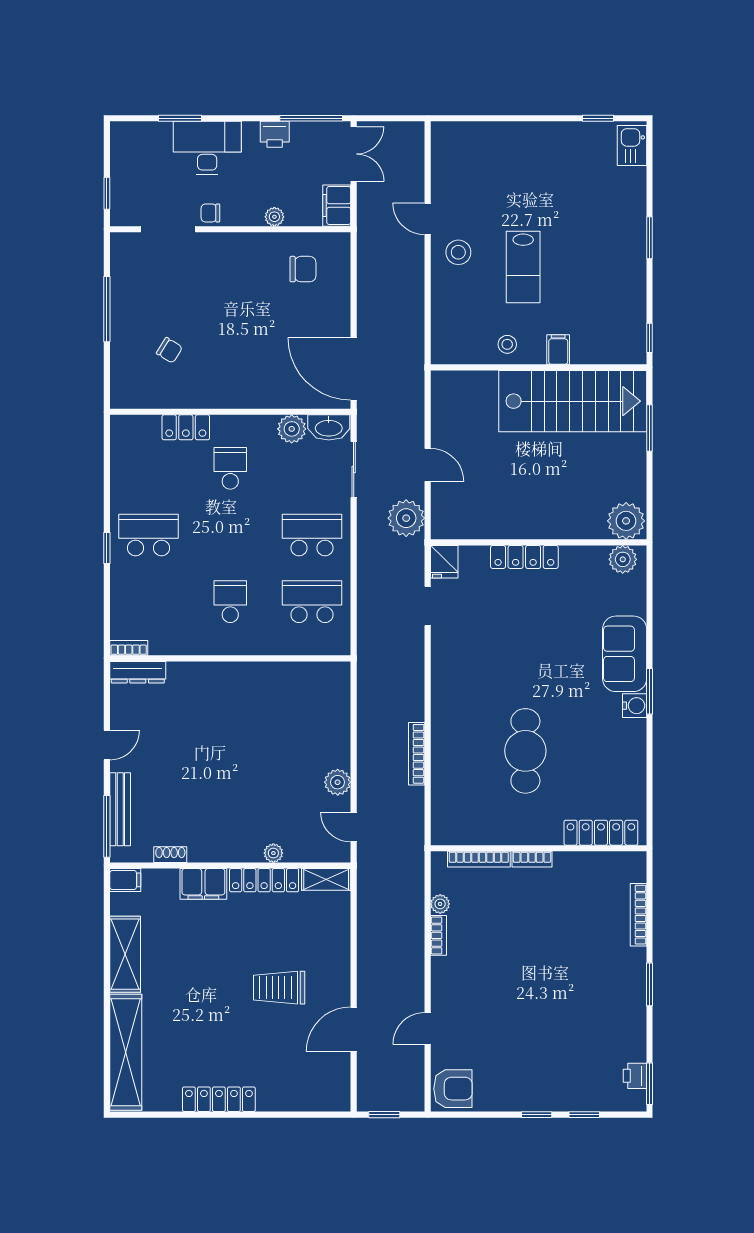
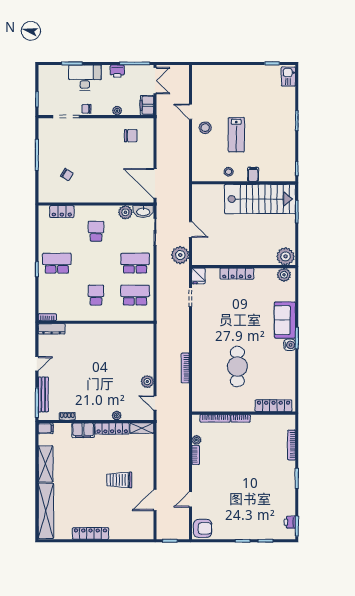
locker: (186, 427) -> (62, 212), moved

